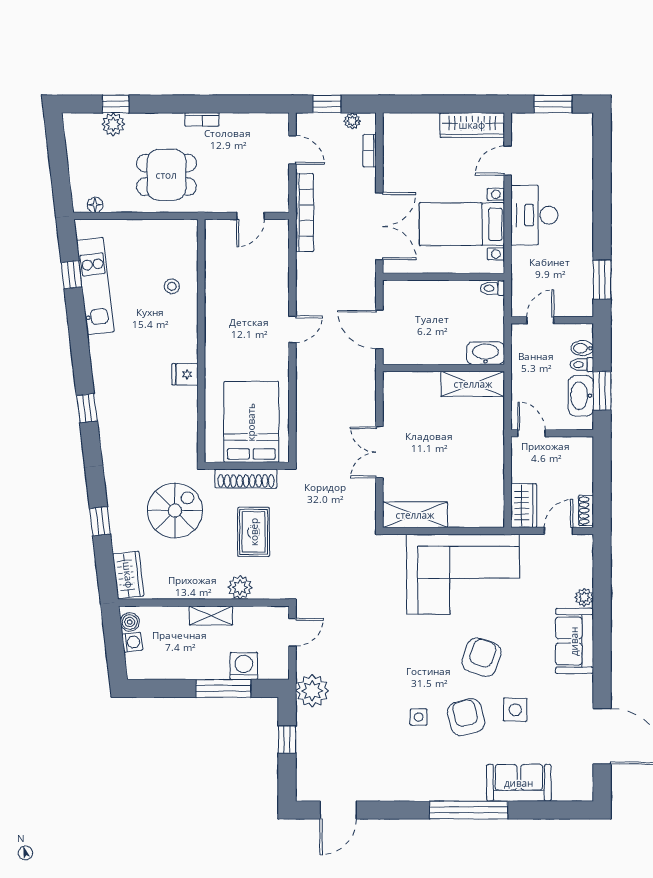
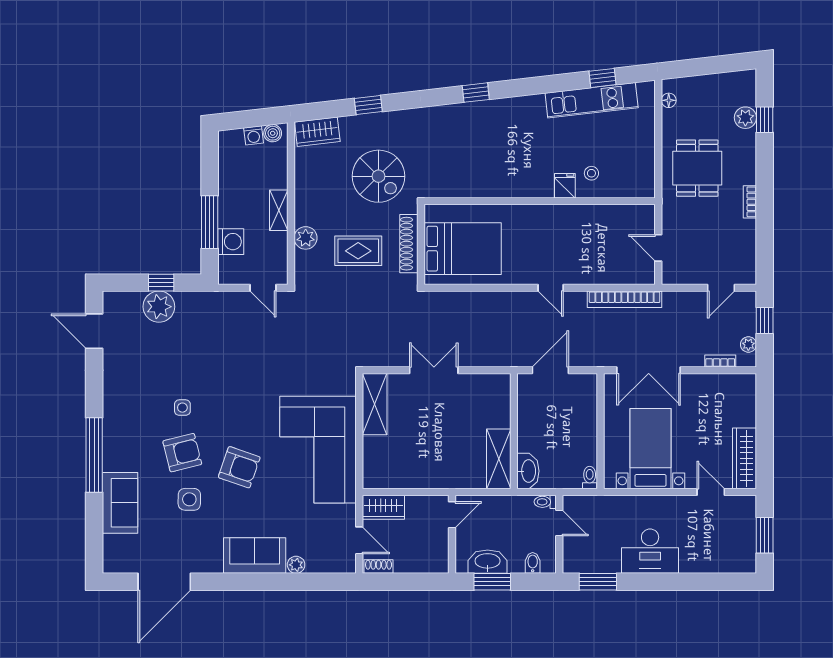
bookcase: (305, 213) -> (625, 299), moved
desk: (534, 215) -> (650, 551), moved, turned 180
toilet: (582, 365) -> (545, 502), moved, turned -90
fridge: (185, 374) -> (565, 186), moved
plant: (312, 691) -> (159, 307), moved

